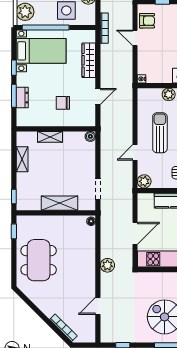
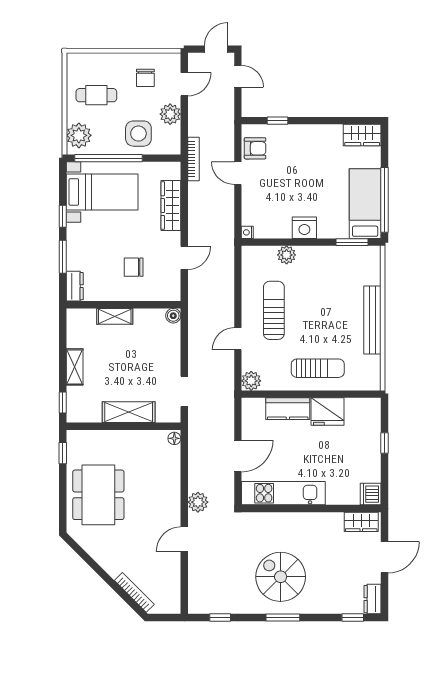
dresser: (22, 98) -> (75, 286), moved
shelving: (22, 159) -> (75, 367), moved
door: (98, 306) -> (184, 539), moved

